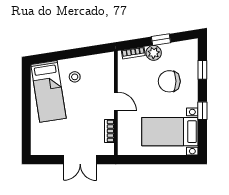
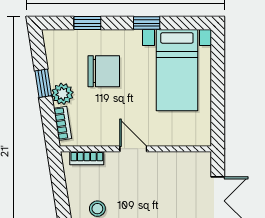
chair: (169, 81) -> (104, 71), turned -90
door: (116, 101) -> (133, 149), hinge flipped
bookcase: (109, 131) -> (87, 158), moved

